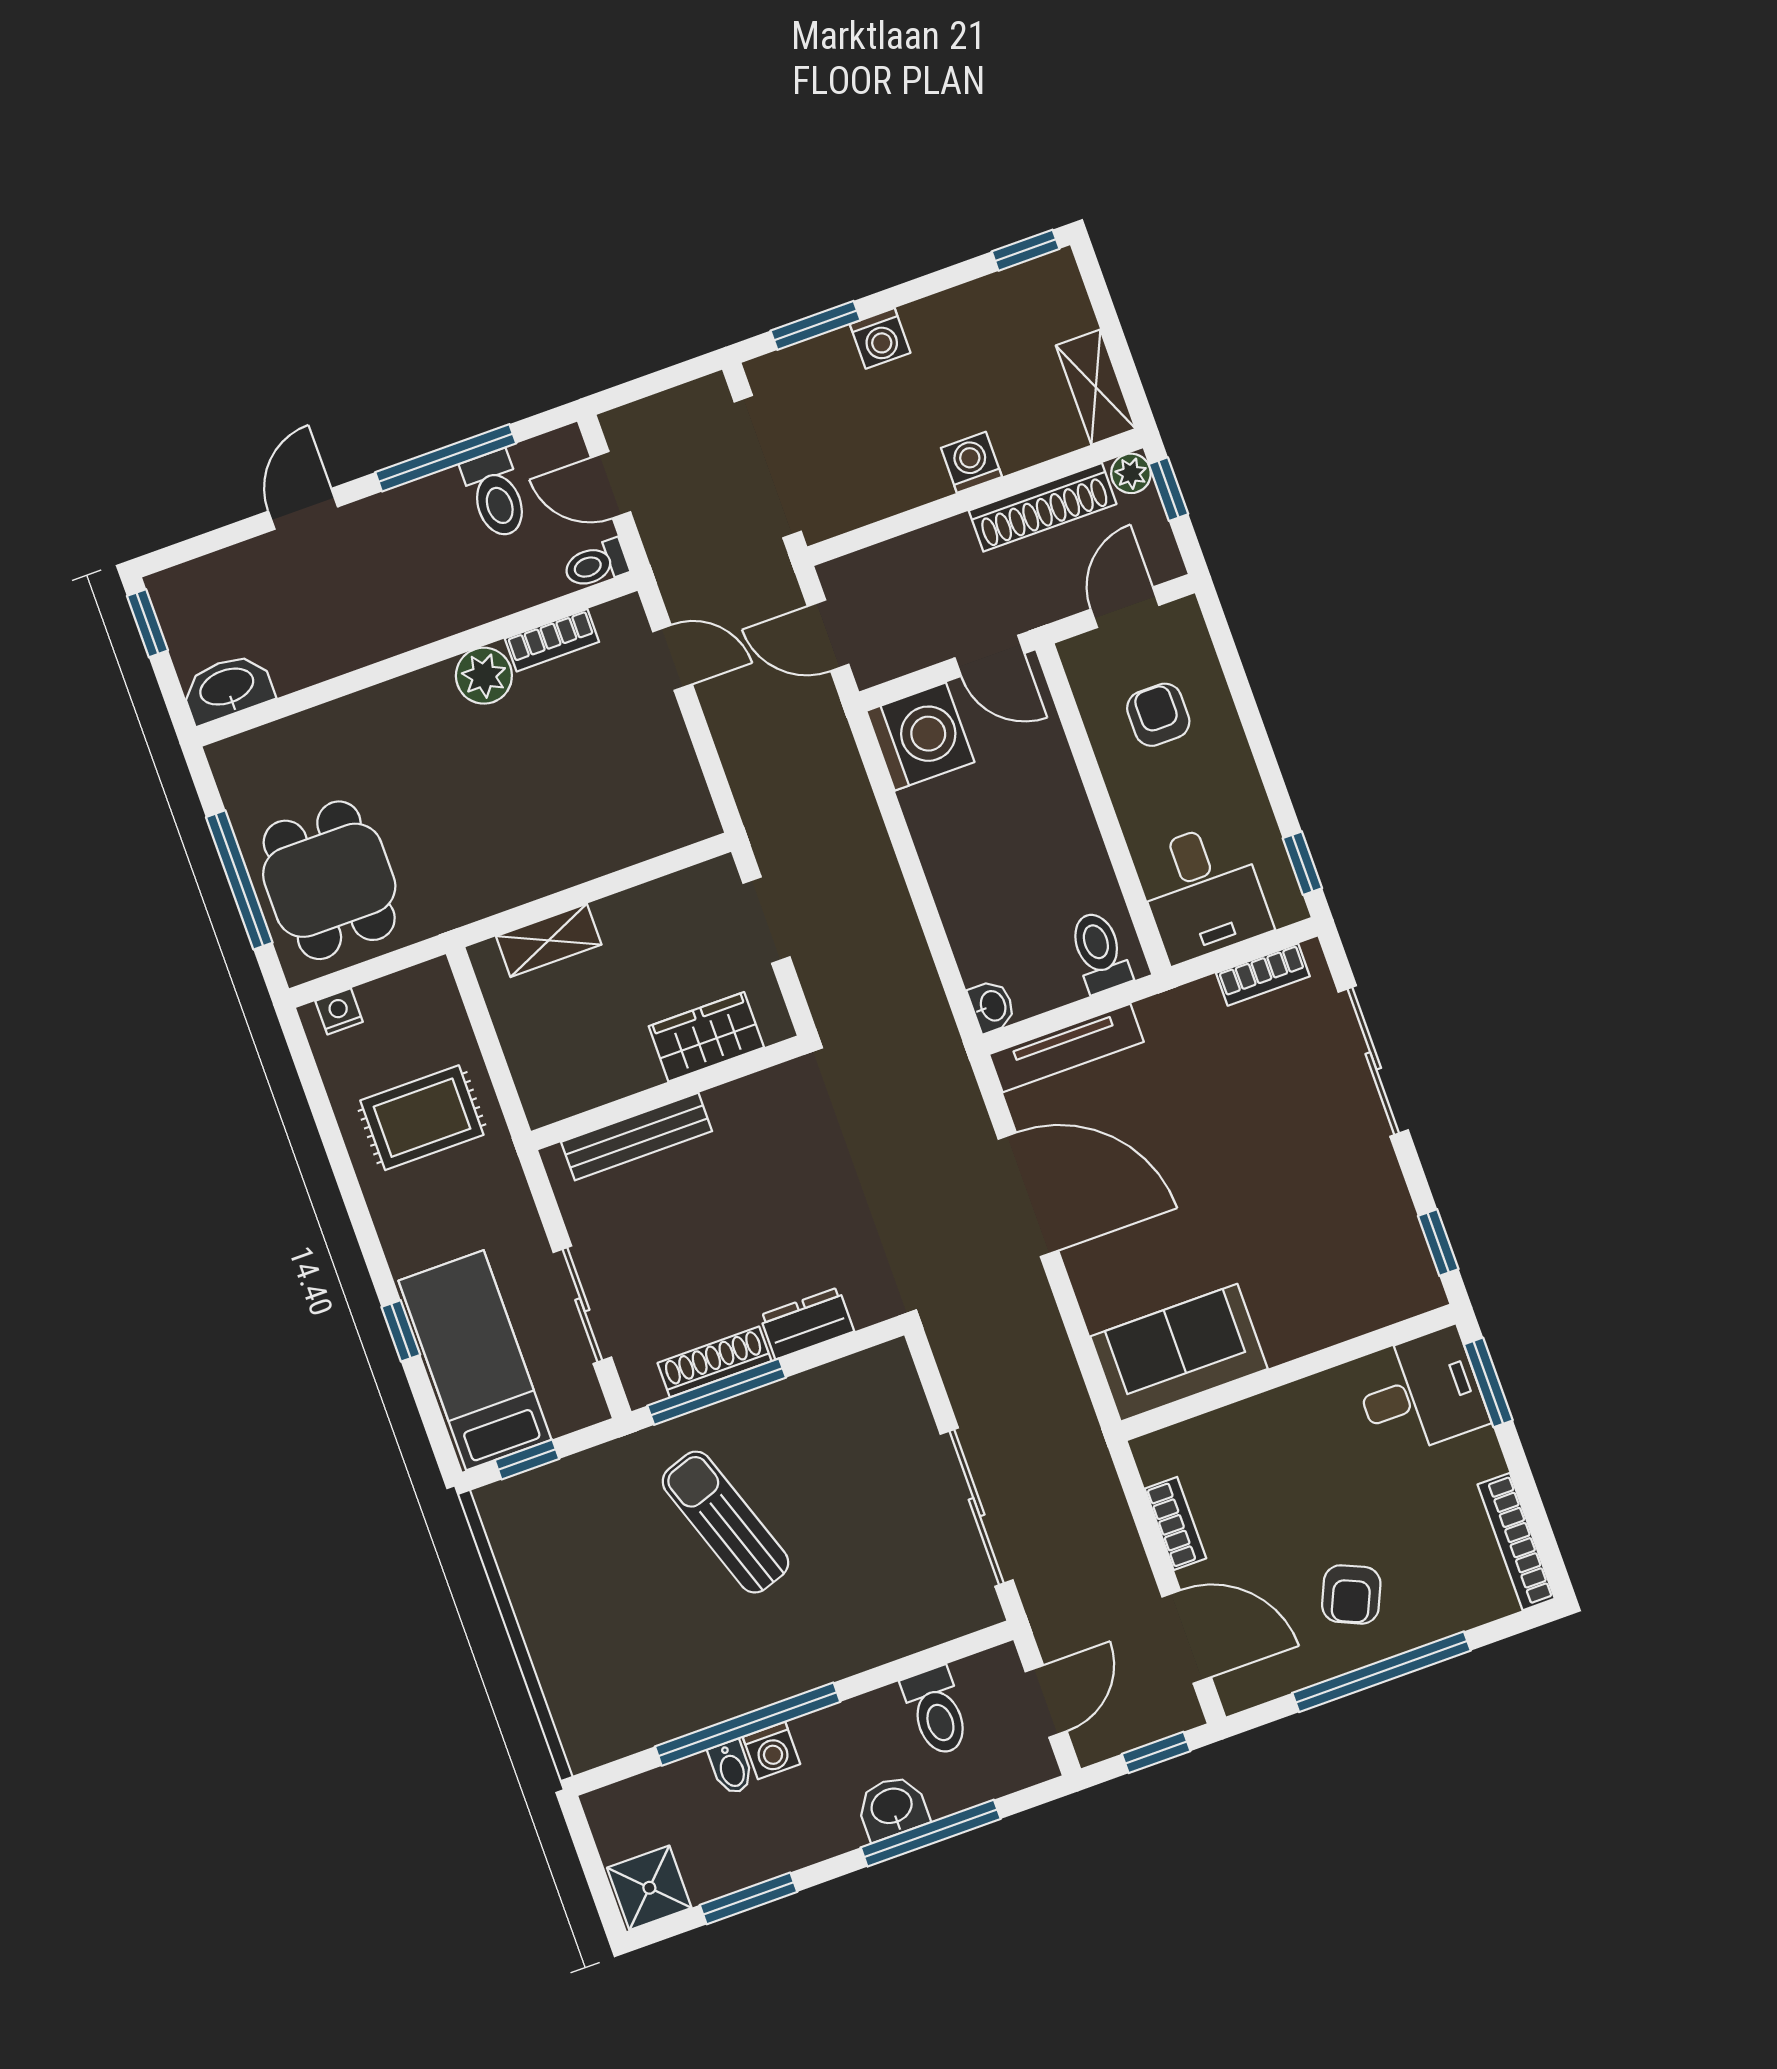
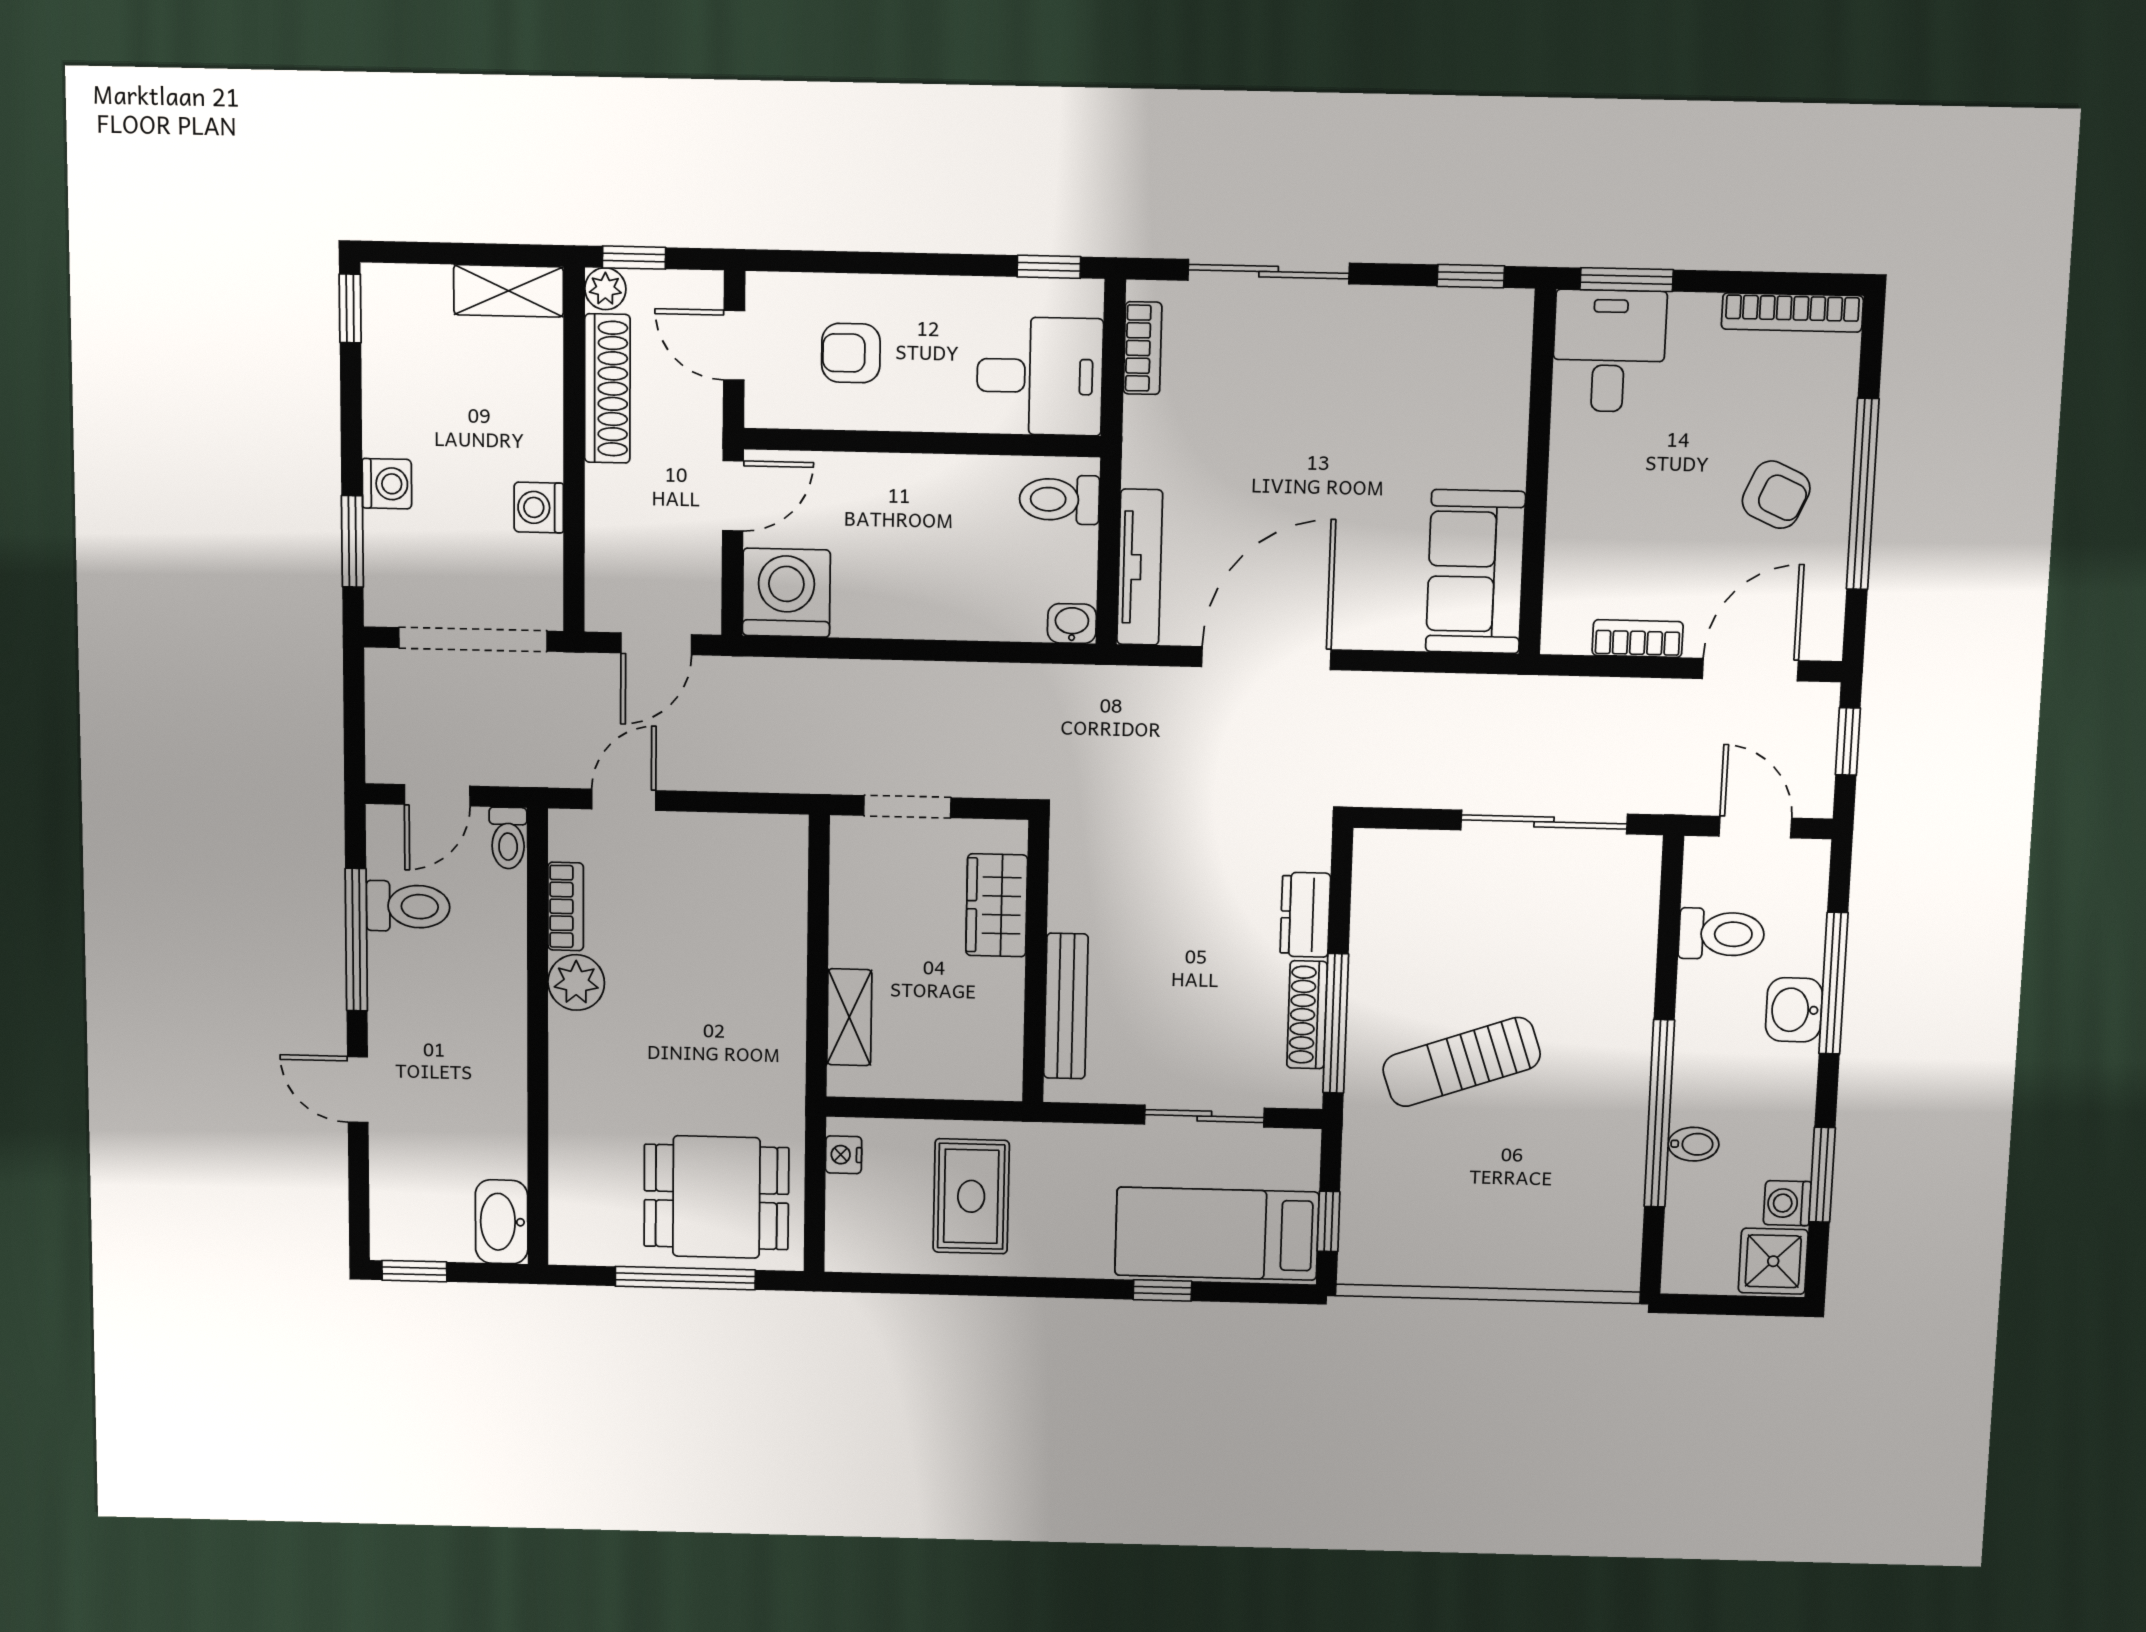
washing machine: (971, 462) -> (539, 508), moved
nightstand: (339, 1011) -> (844, 1155), moved
washing machine: (771, 1750) -> (1787, 1203), moved, turned 180

